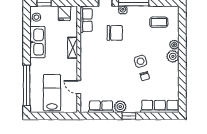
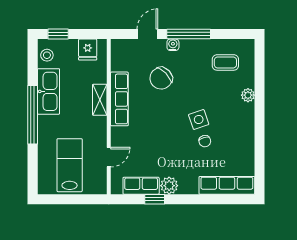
row of seats: (86, 20) -> (119, 99), moved, width x1.48
chair: (115, 33) -> (161, 78), turned 136
plant: (173, 56) -> (246, 112), removed
window: (27, 85) -> (33, 115), moved
door: (79, 87) -> (109, 157), swing flipped
window: (129, 116) -> (155, 199), moved

